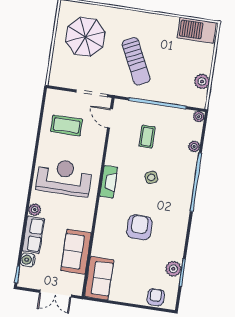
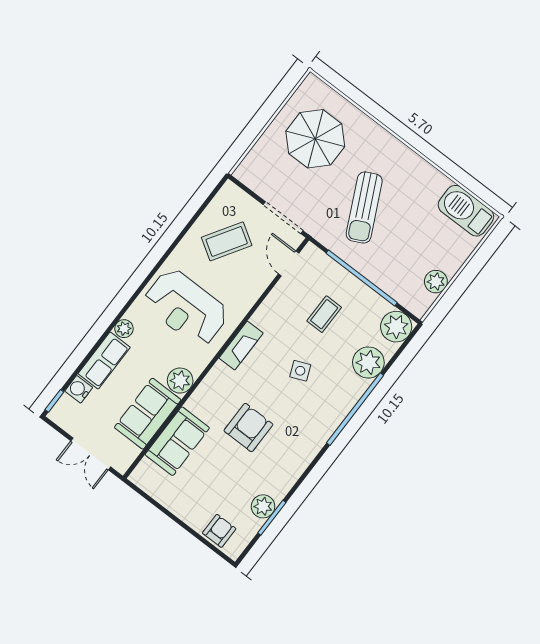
plant: (199, 117) -> (396, 327), width x1.88, depth x1.88
coffee table: (67, 126) -> (227, 241), turned -58
plant: (194, 146) -> (368, 362), width x1.88, depth x1.88
reception desk: (64, 177) -> (186, 308), turned 180
plant: (84, 222) -> (180, 381), added
sofa: (99, 278) -> (177, 441), moved

